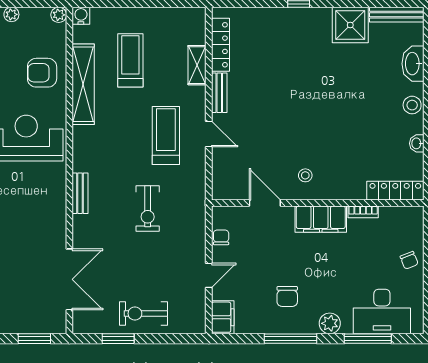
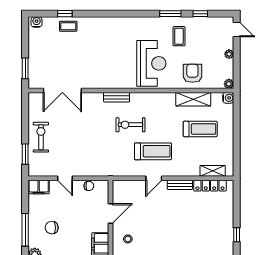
shelving: (197, 65) -> (213, 171), moved
shelving: (83, 84) -> (193, 99), width x0.68
exercise bike: (148, 209) -> (130, 125), moved
window: (118, 339) -> (25, 154), moved

